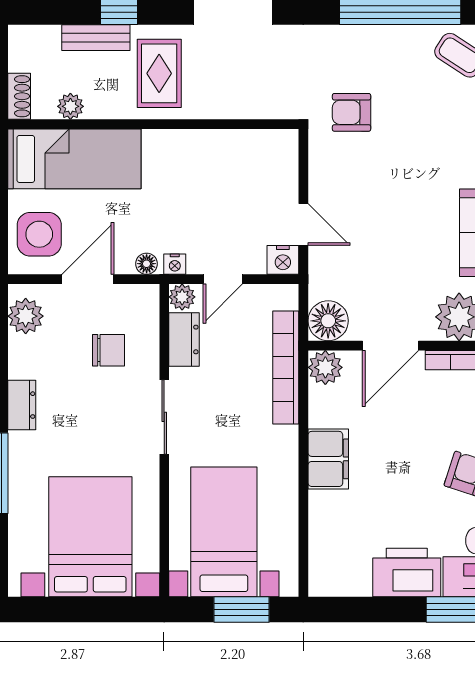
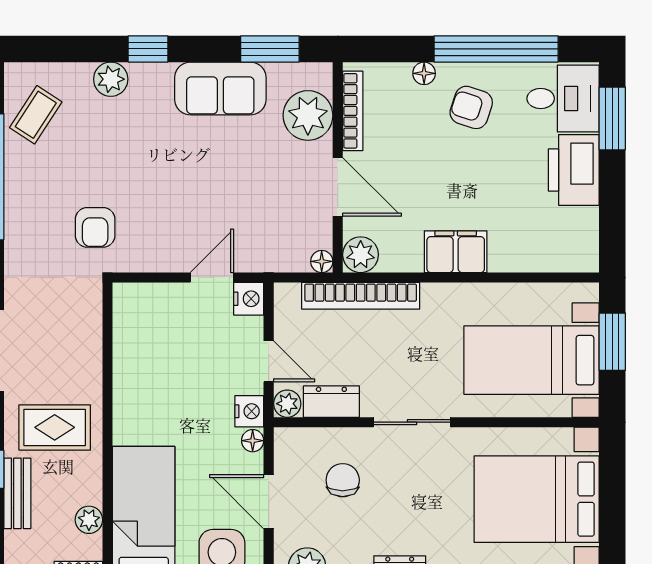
nightstand: (175, 264) -> (249, 411), width x1.39, depth x1.35
floor lamp: (328, 321) -> (322, 261), width x0.53, depth x0.53

